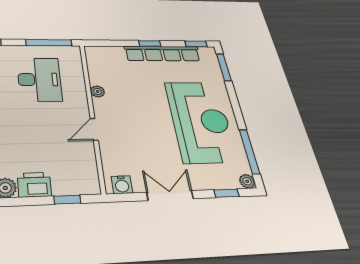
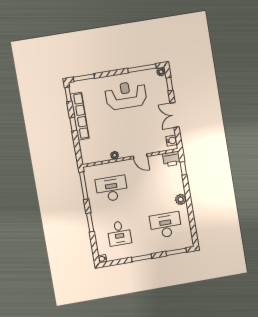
reception desk: (201, 121) -> (126, 95), width x0.74, depth x0.77
printer: (34, 185) -> (171, 159), moved, turned -90

